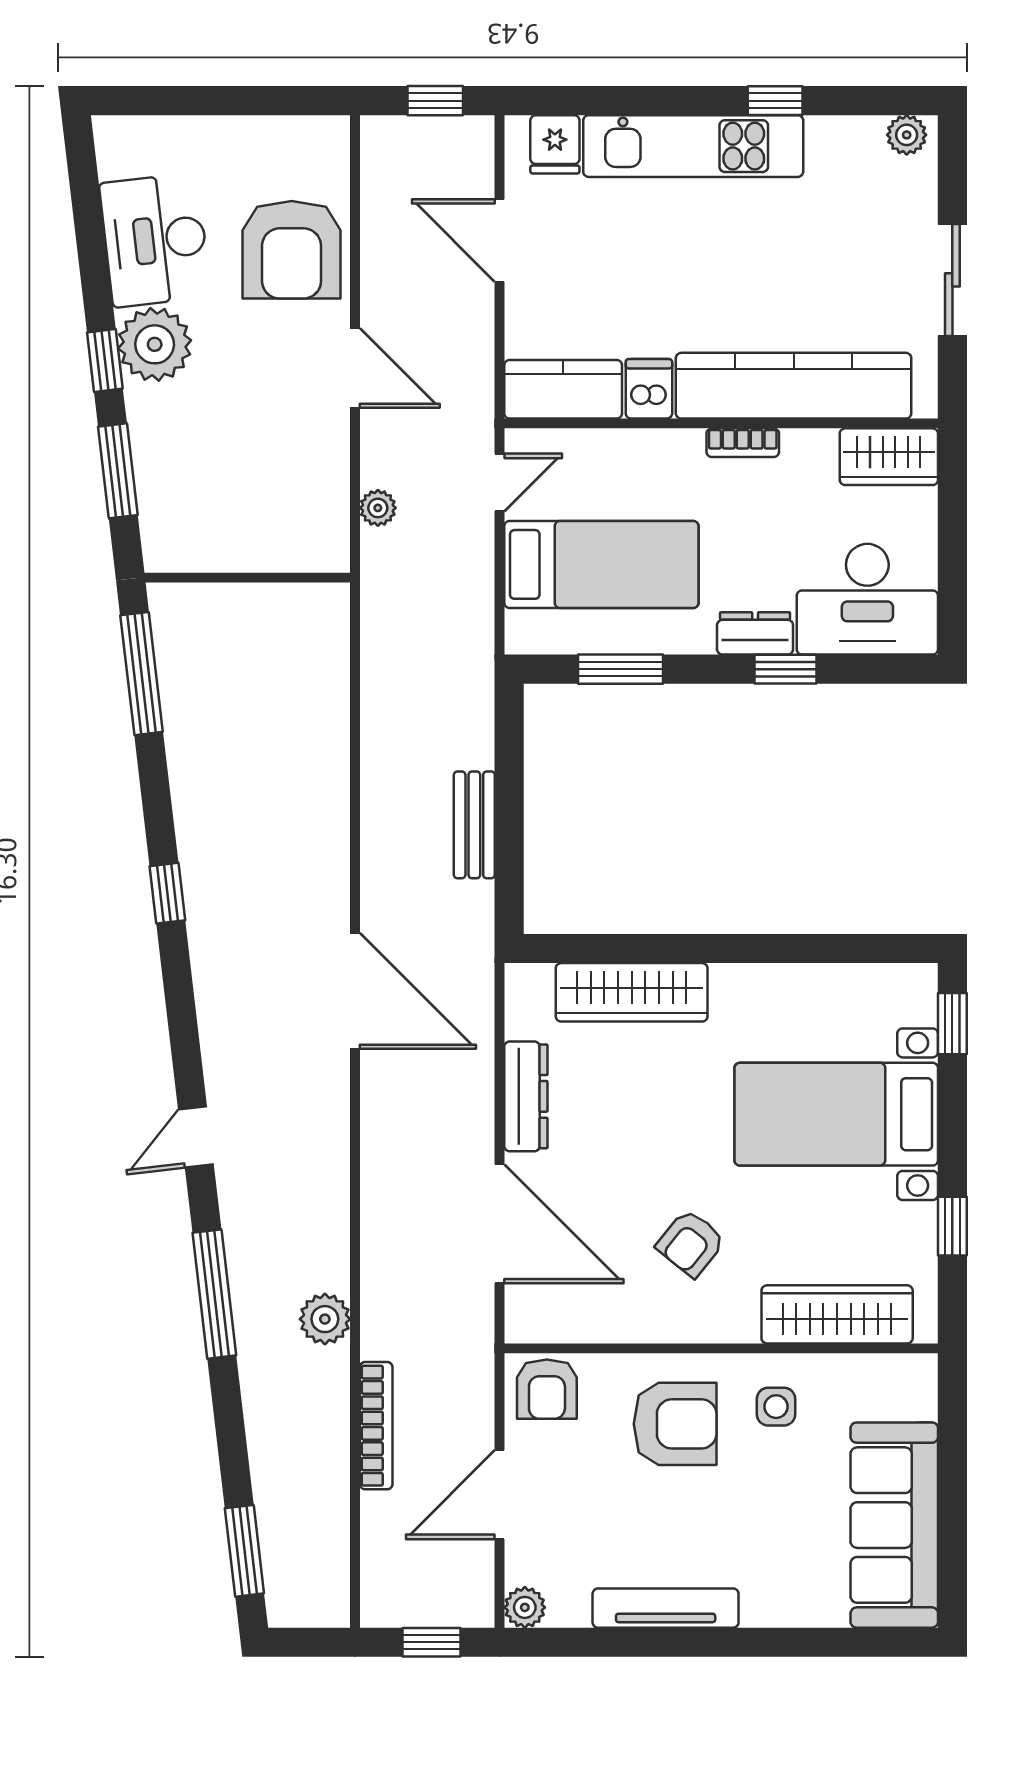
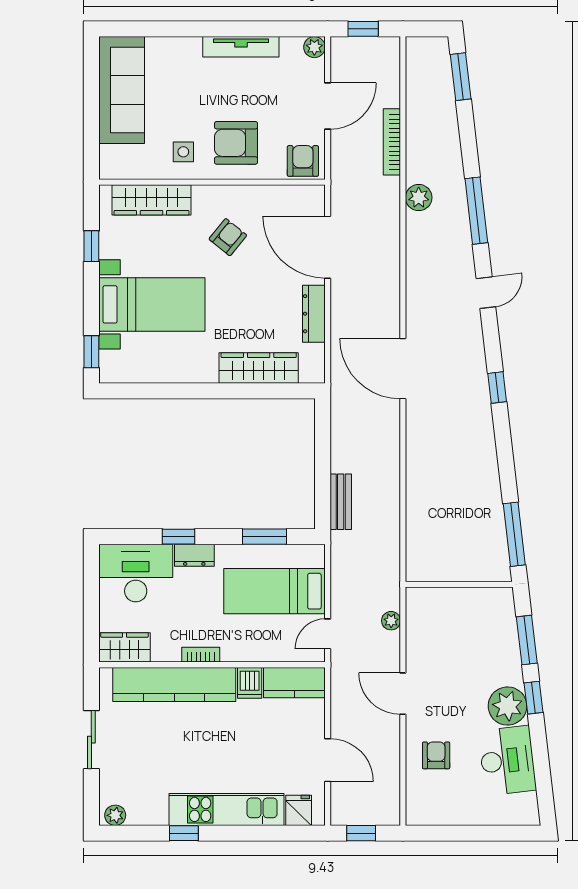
armchair: (292, 250) -> (436, 755), width x0.53, depth x0.53
bench: (474, 825) -> (341, 502), moved
window: (167, 893) -> (497, 387), moved

